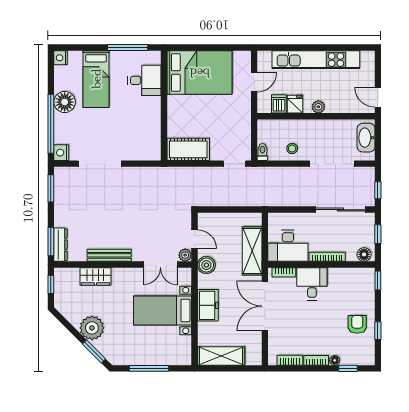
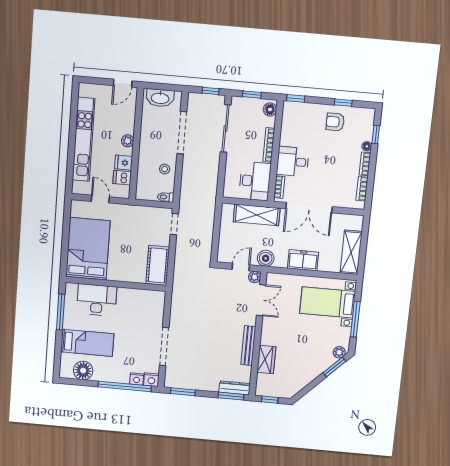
nightstand: (61, 58) -> (137, 379), moved
desk: (144, 80) -> (97, 300), width x1.37
floor lamp: (65, 102) -> (83, 370), moved
bed with nightstands: (163, 310) -> (327, 302), moved, turned 90
plant: (92, 328) -> (339, 352), moved, width x0.53, depth x0.53

